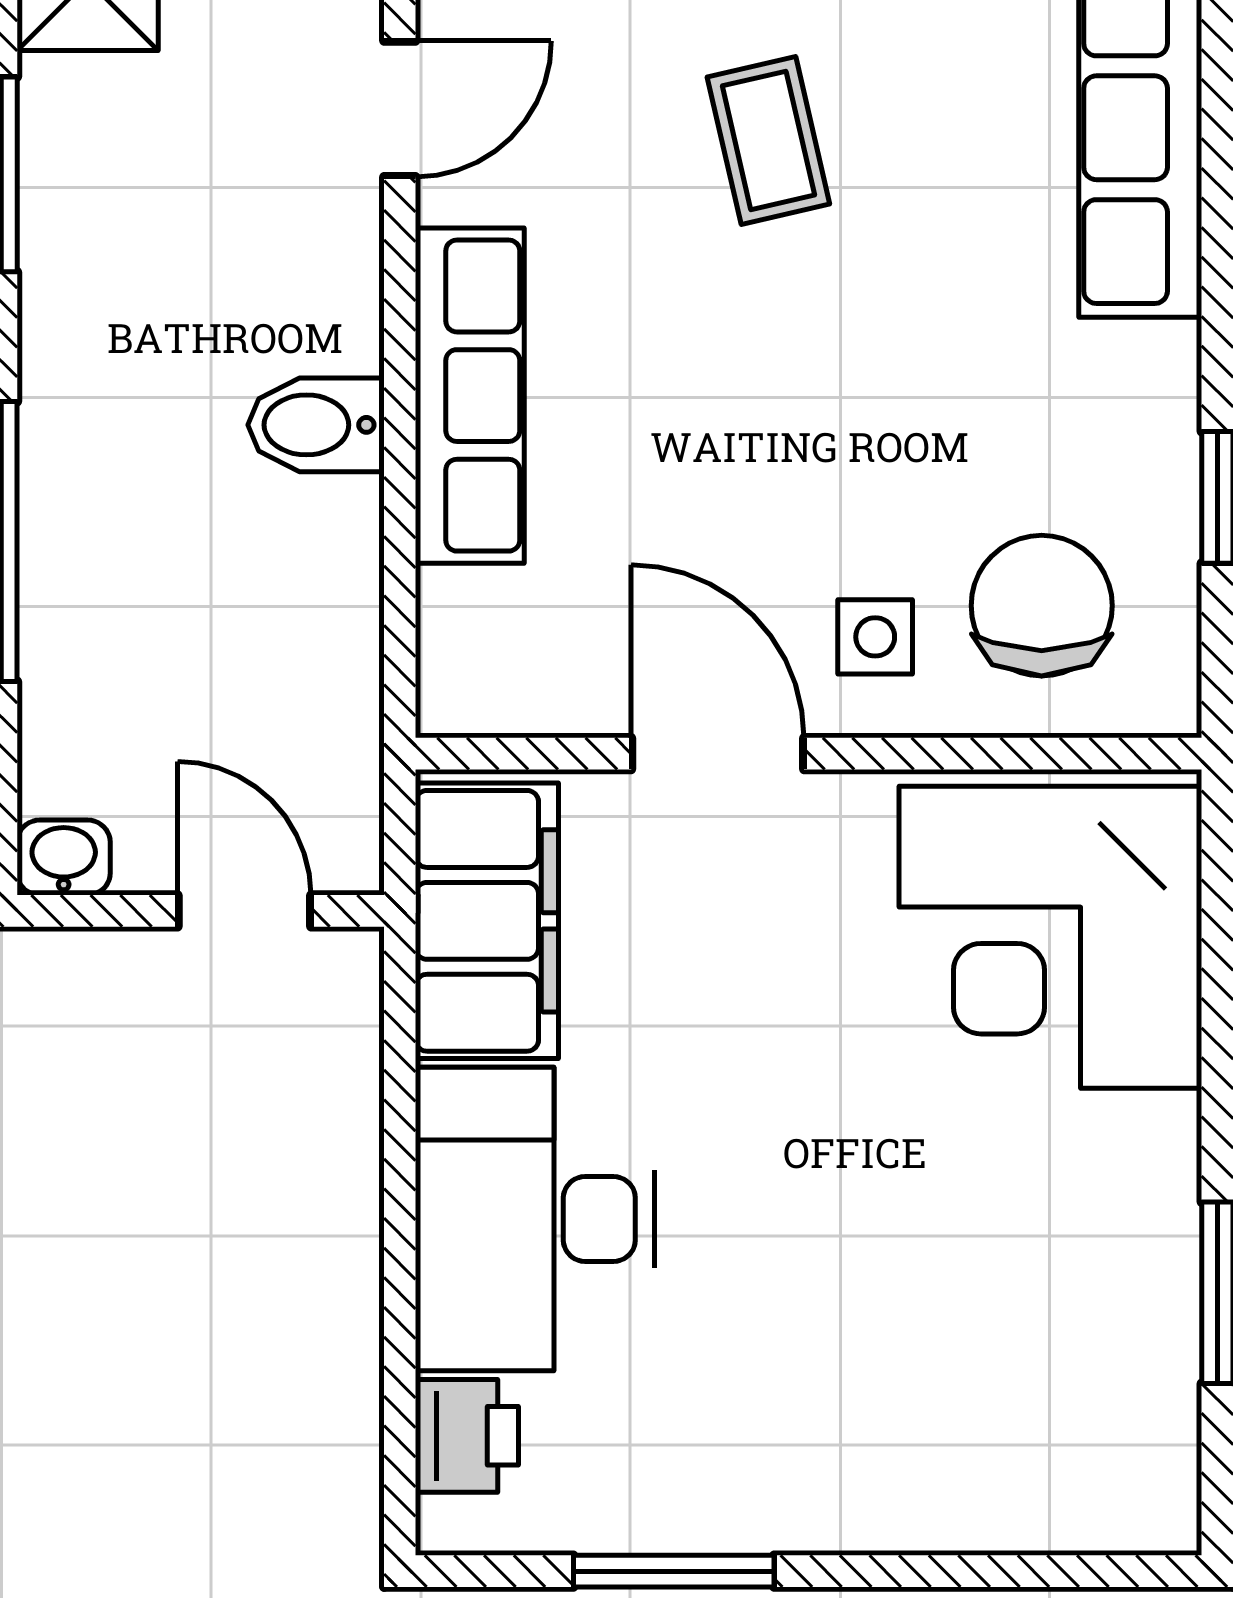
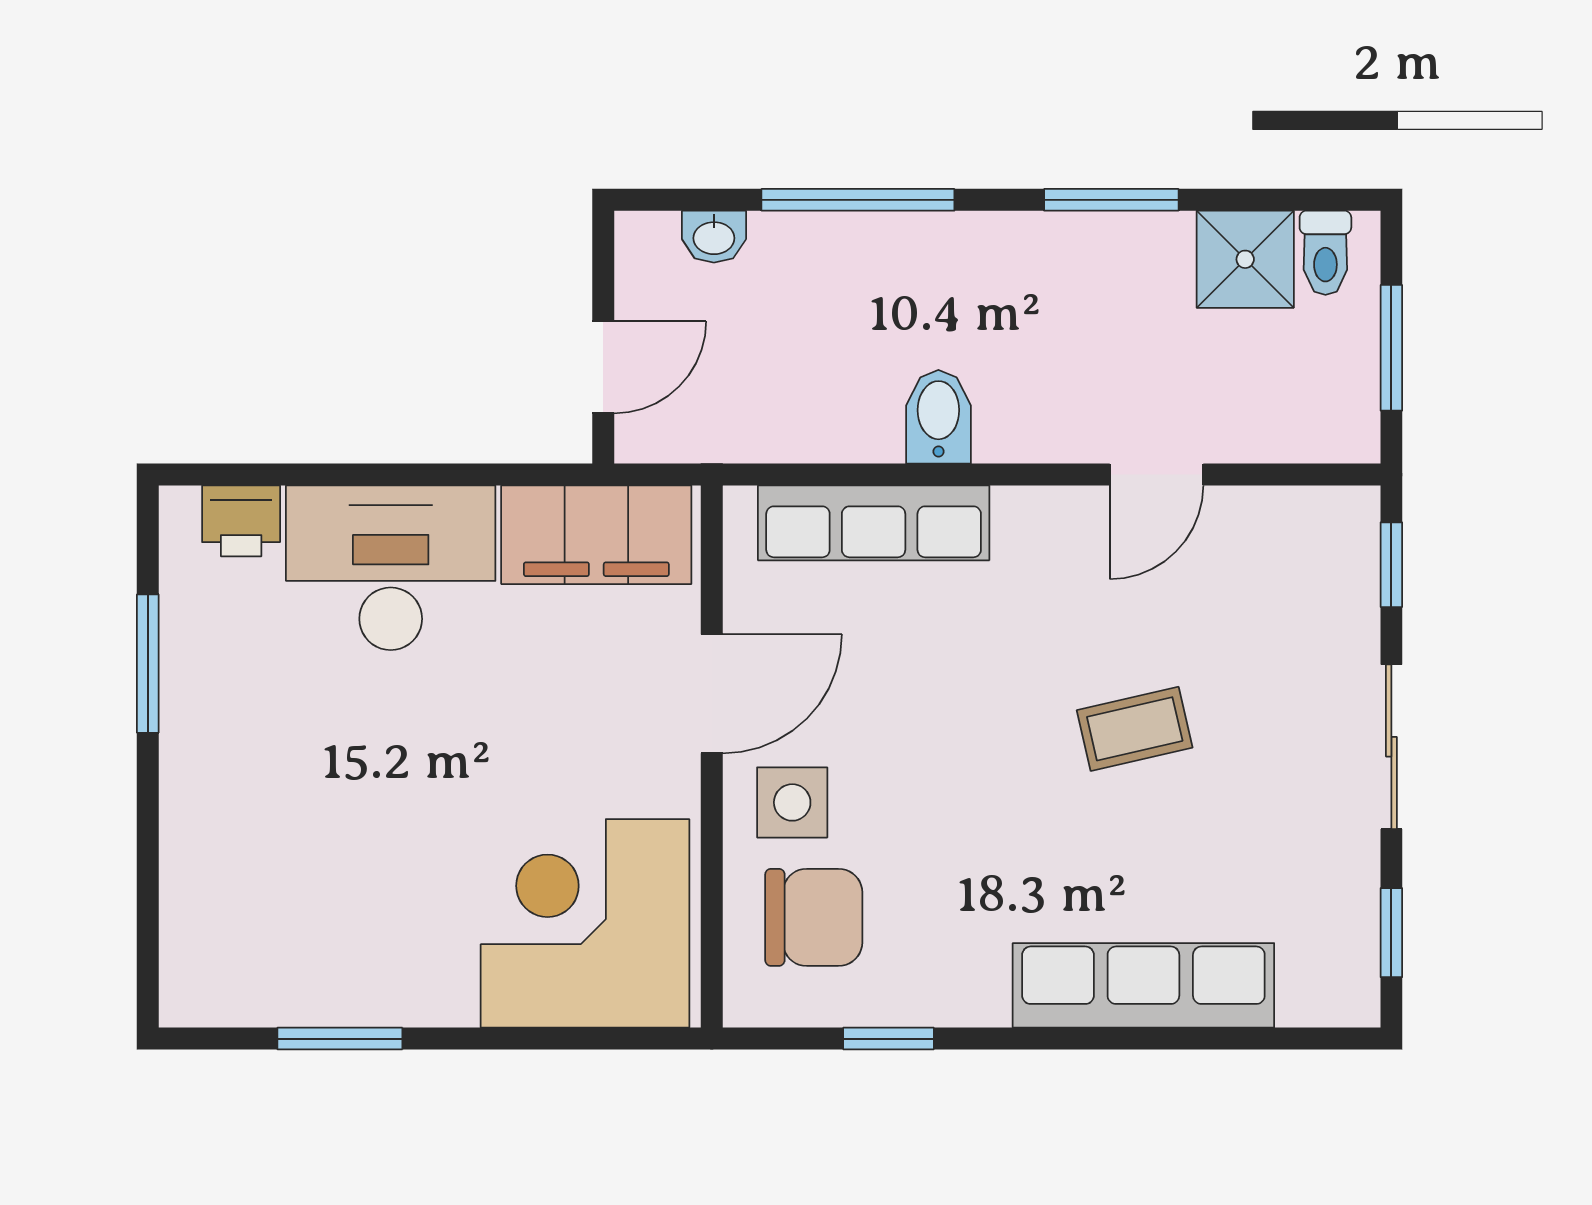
door: (400, 109) -> (1156, 475), hinge flipped
row of seats: (470, 396) -> (874, 523), moved
side table: (875, 637) -> (792, 802), width x1.37, depth x1.37
washbasin: (64, 858) -> (714, 237), moved, turned 90

